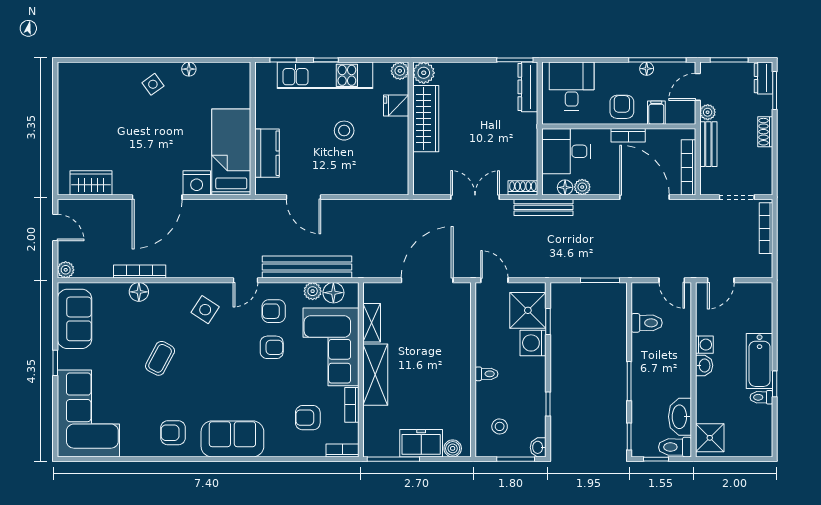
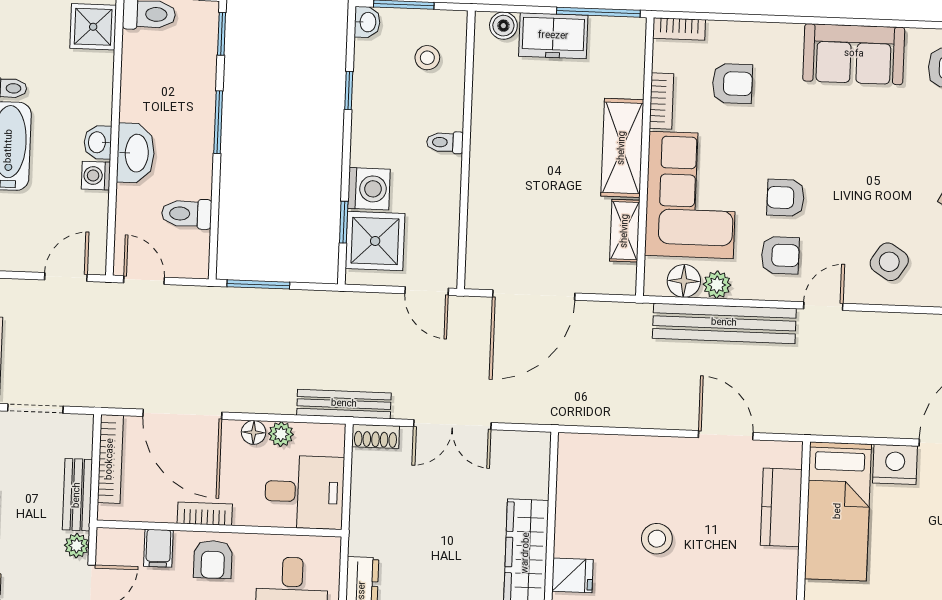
floor lamp: (565, 187) -> (254, 432), moved
washbasin: (680, 417) -> (136, 153), moved

